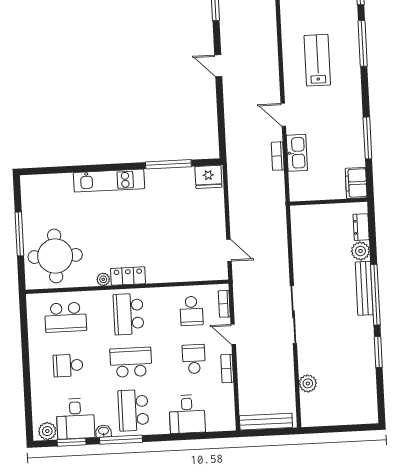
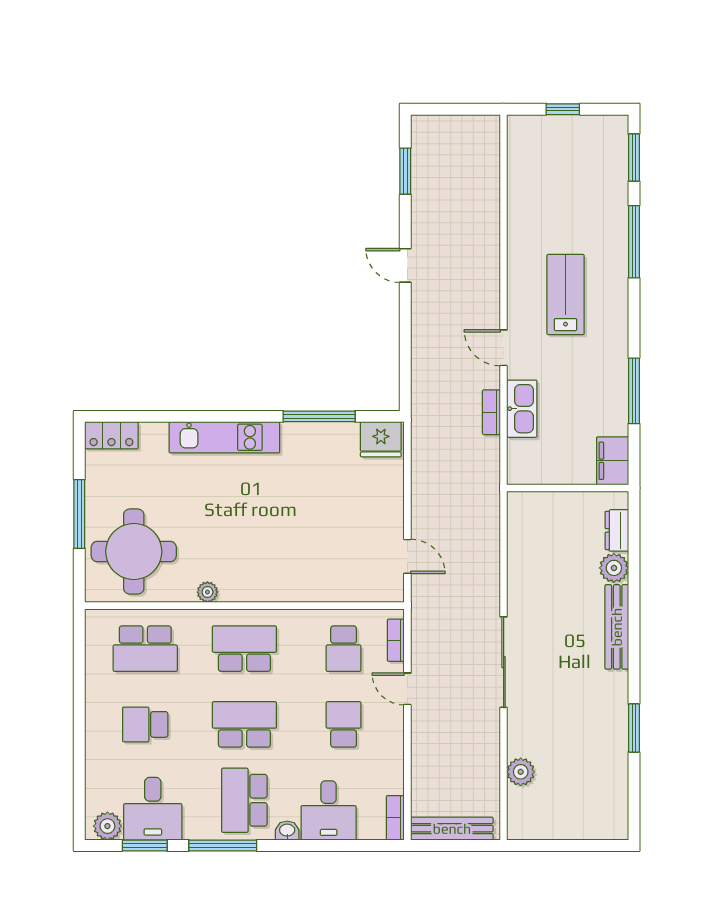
lab bench: (317, 60) -> (565, 295), moved
locker: (128, 276) -> (111, 435), moved, turned 180
window: (375, 295) -> (634, 638), removed
school desk: (128, 314) -> (244, 649), turned 90
bookcase: (227, 368) -> (395, 818), moved
washbasin: (103, 431) -> (287, 831), moved

